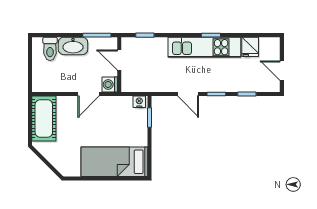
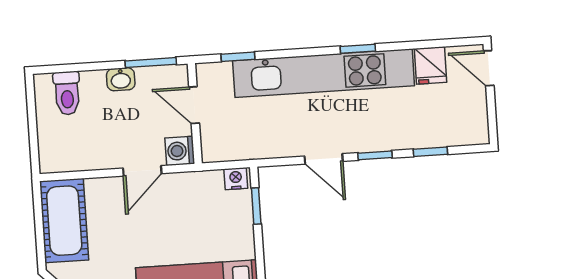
washbasin: (73, 46) -> (121, 79), width x0.52, depth x0.69
kitchen unit: (204, 47) -> (324, 73), width x1.36
door: (282, 71) -> (489, 68), moved

